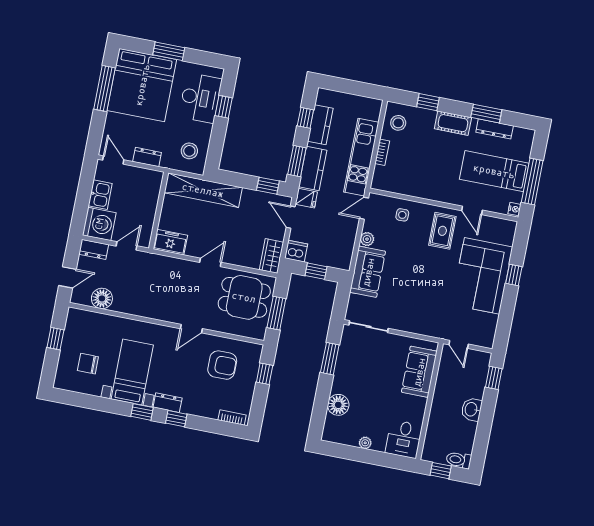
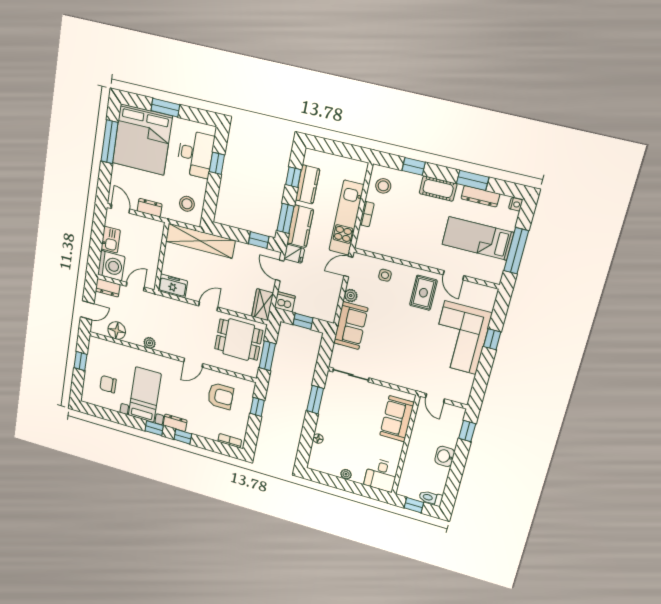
nightstand: (514, 209) -> (516, 204), moved
plant: (141, 310) -> (150, 343), added
floor lamp: (338, 405) -> (318, 439), width x0.53, depth x0.53

